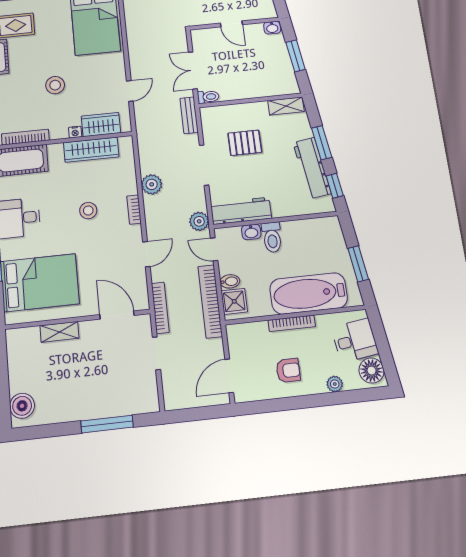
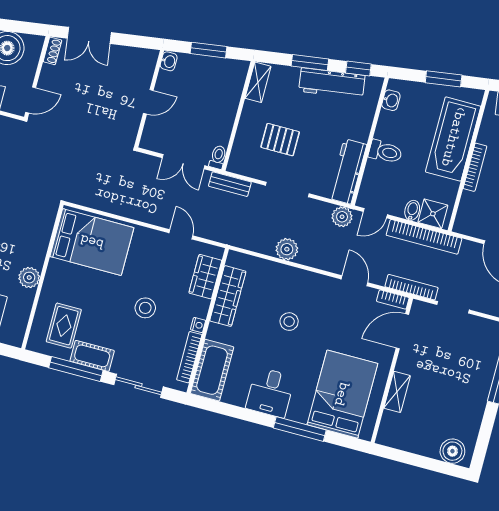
nightstand: (75, 132) -> (198, 325), moved
pallet: (245, 143) -> (280, 140), turned 90
bookcase: (134, 210) -> (393, 299), moved
washbasin: (251, 232) -> (391, 100), moved

